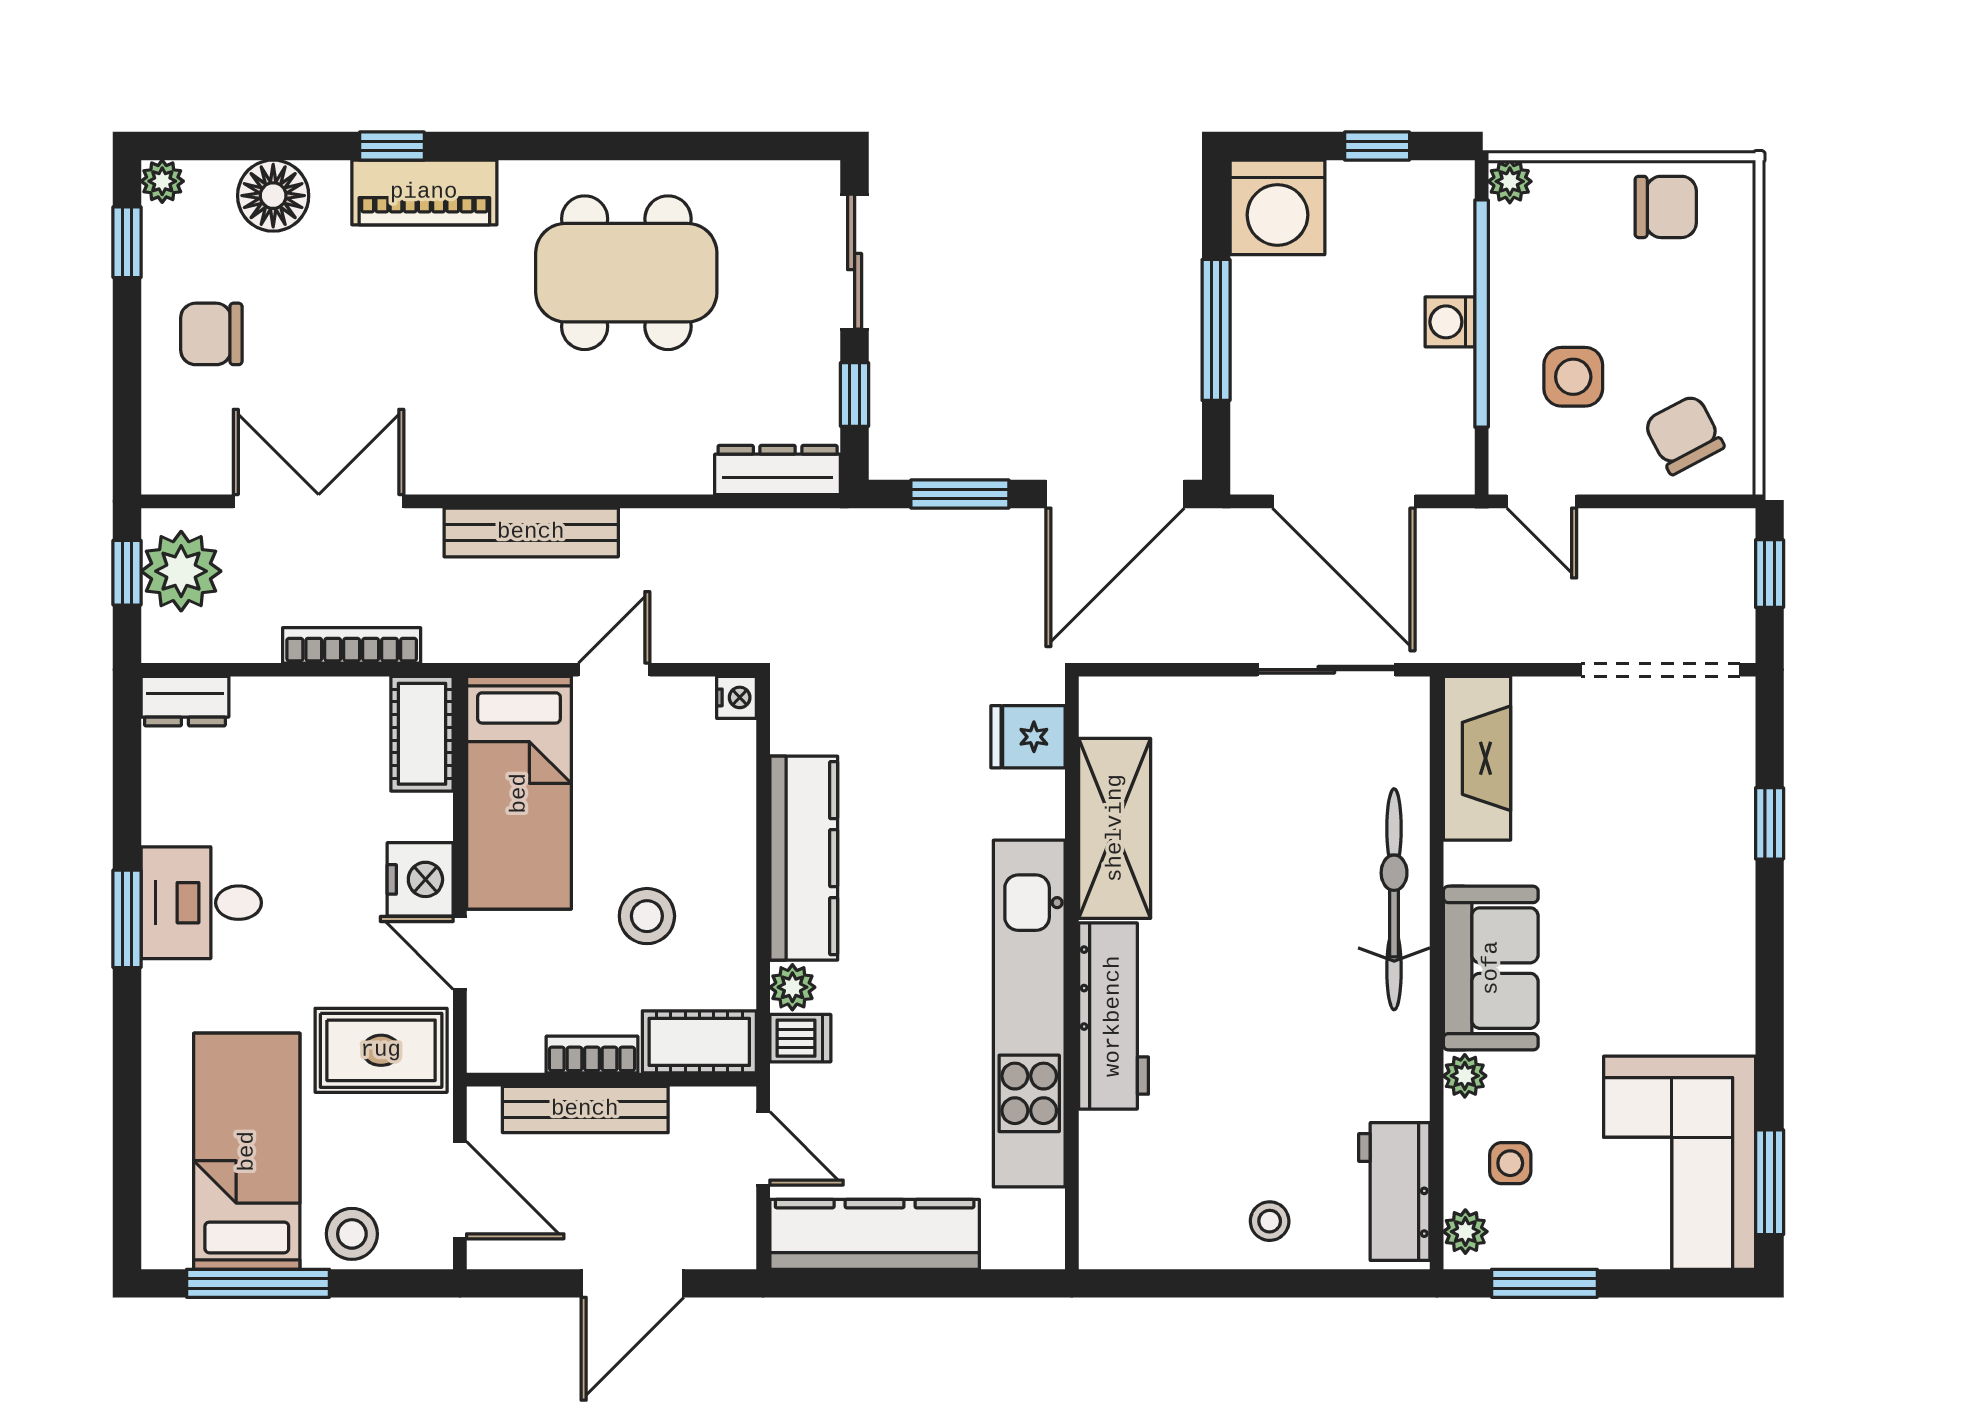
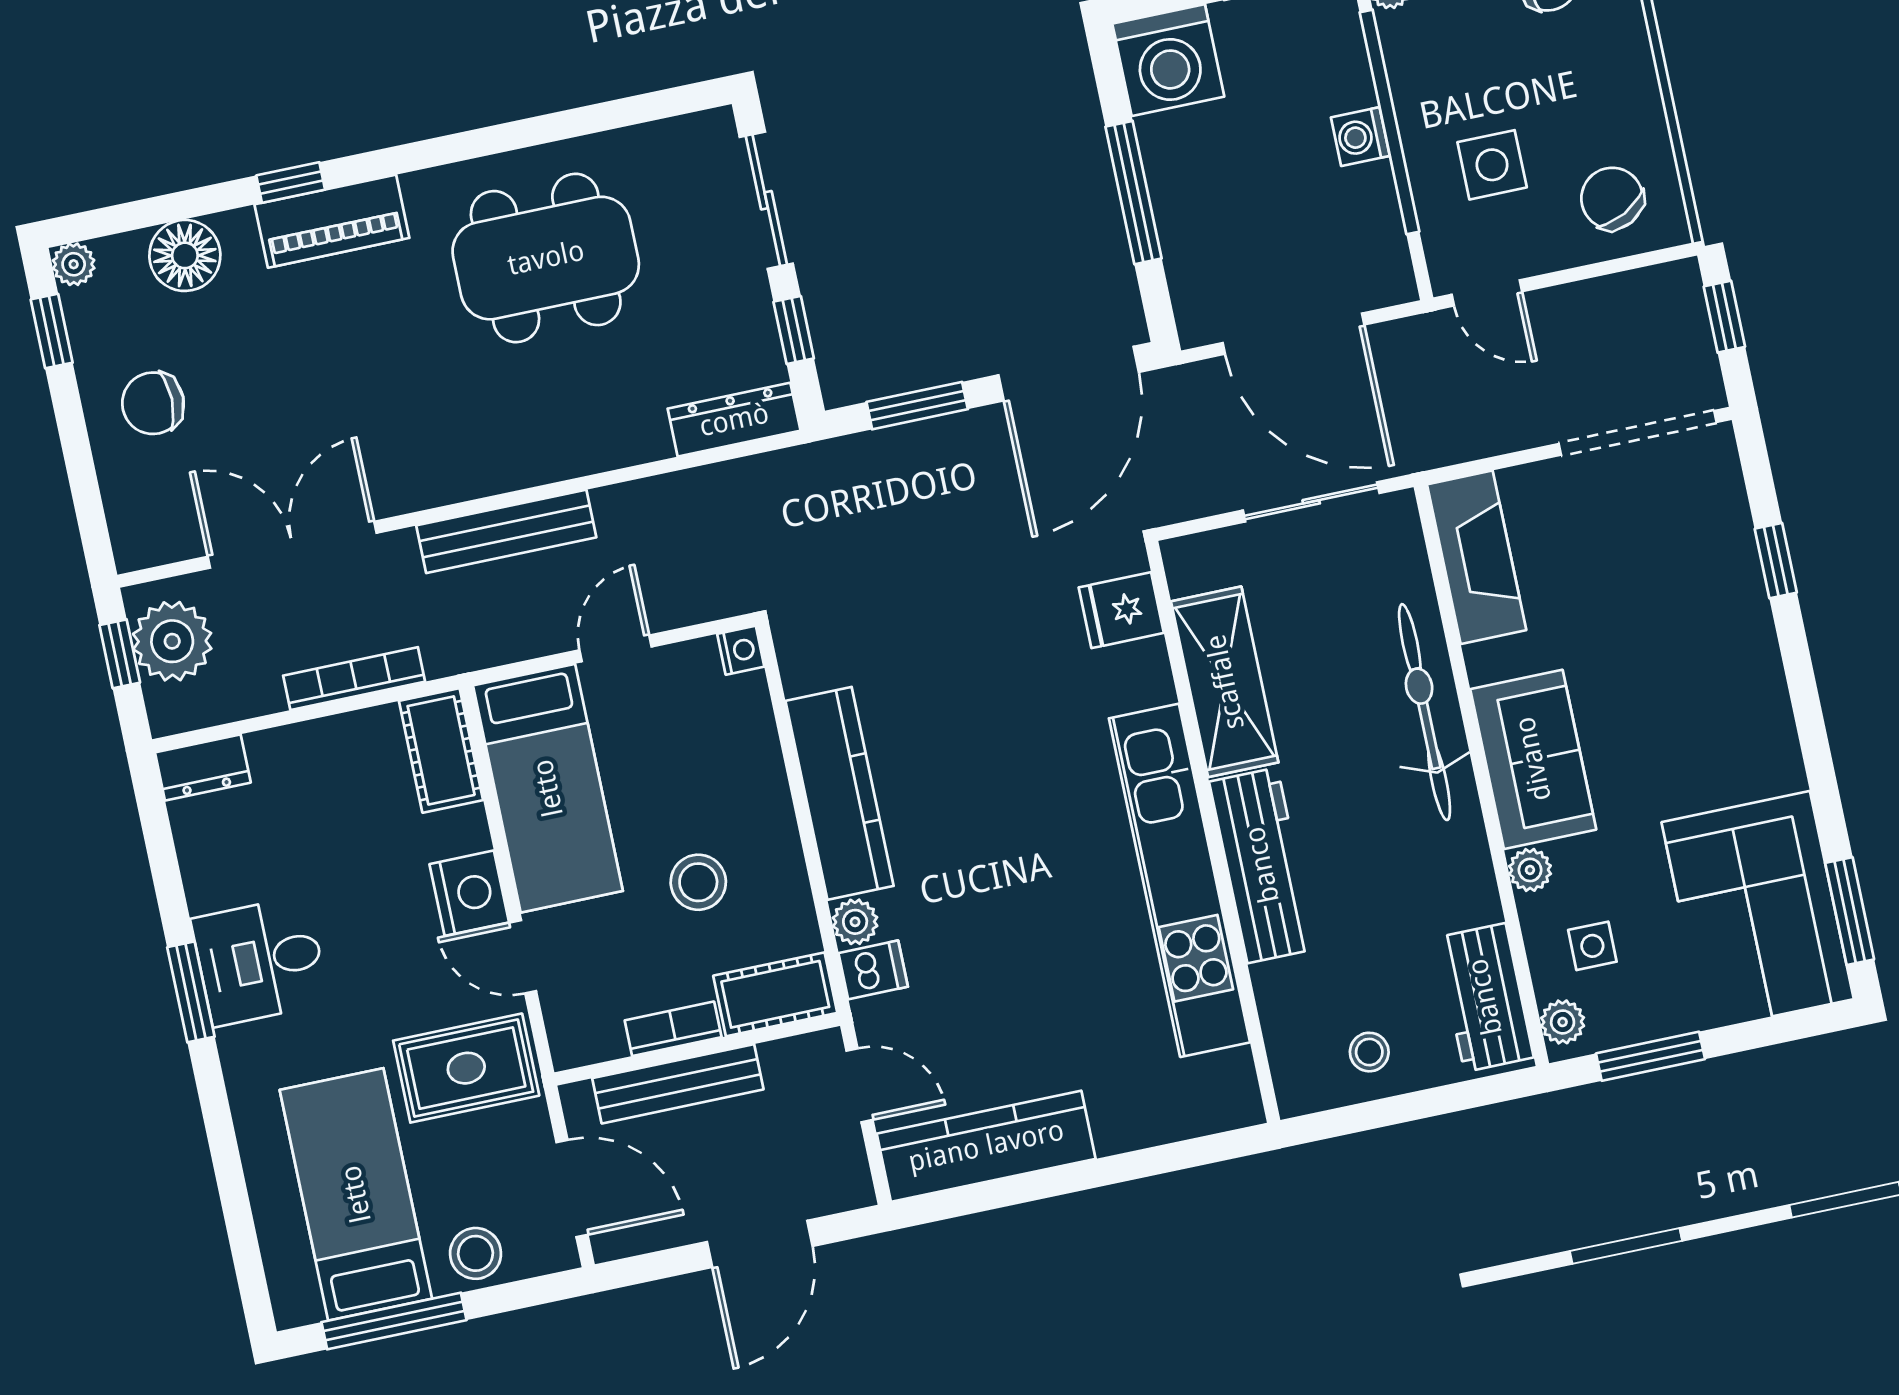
fridge: (1028, 737) -> (1121, 610), moved
shelving: (1115, 828) -> (1225, 682), moved
wall: (1072, 973) -> (1213, 832), moved
kitchen unit: (1029, 1014) -> (1179, 880), moved
workbench: (1113, 1016) -> (1262, 865), moved

